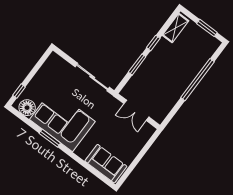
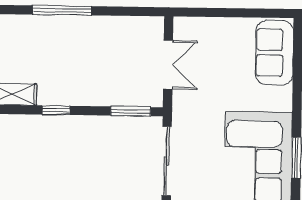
window: (137, 64) -> (131, 111), moved
window: (197, 80) -> (62, 10), width x0.68

